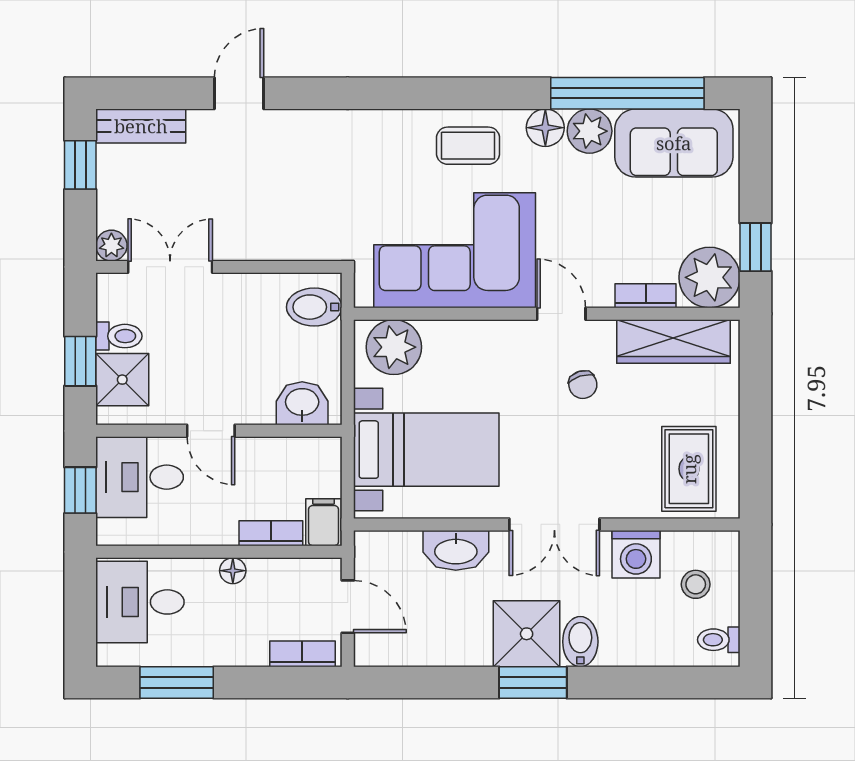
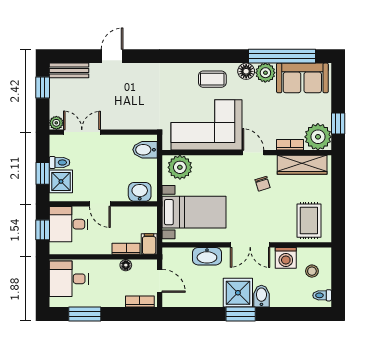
floor lamp: (233, 571) -> (126, 265), moved

